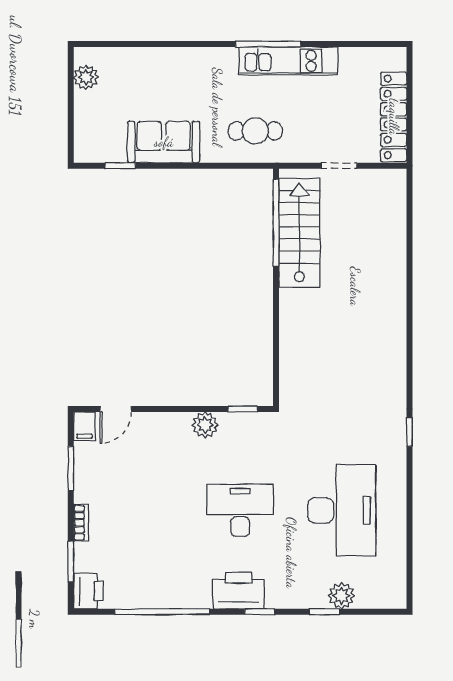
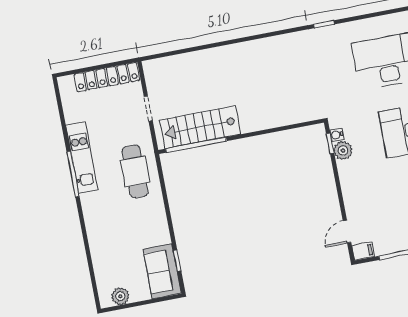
cafe table: (255, 131) -> (135, 171), width x1.37, depth x1.35
sofa: (164, 142) -> (162, 271), moved
door: (116, 409) -> (347, 232), swing flipped
water cooler: (253, 420) -> (337, 135), added
plant: (205, 425) -> (343, 151), moved

